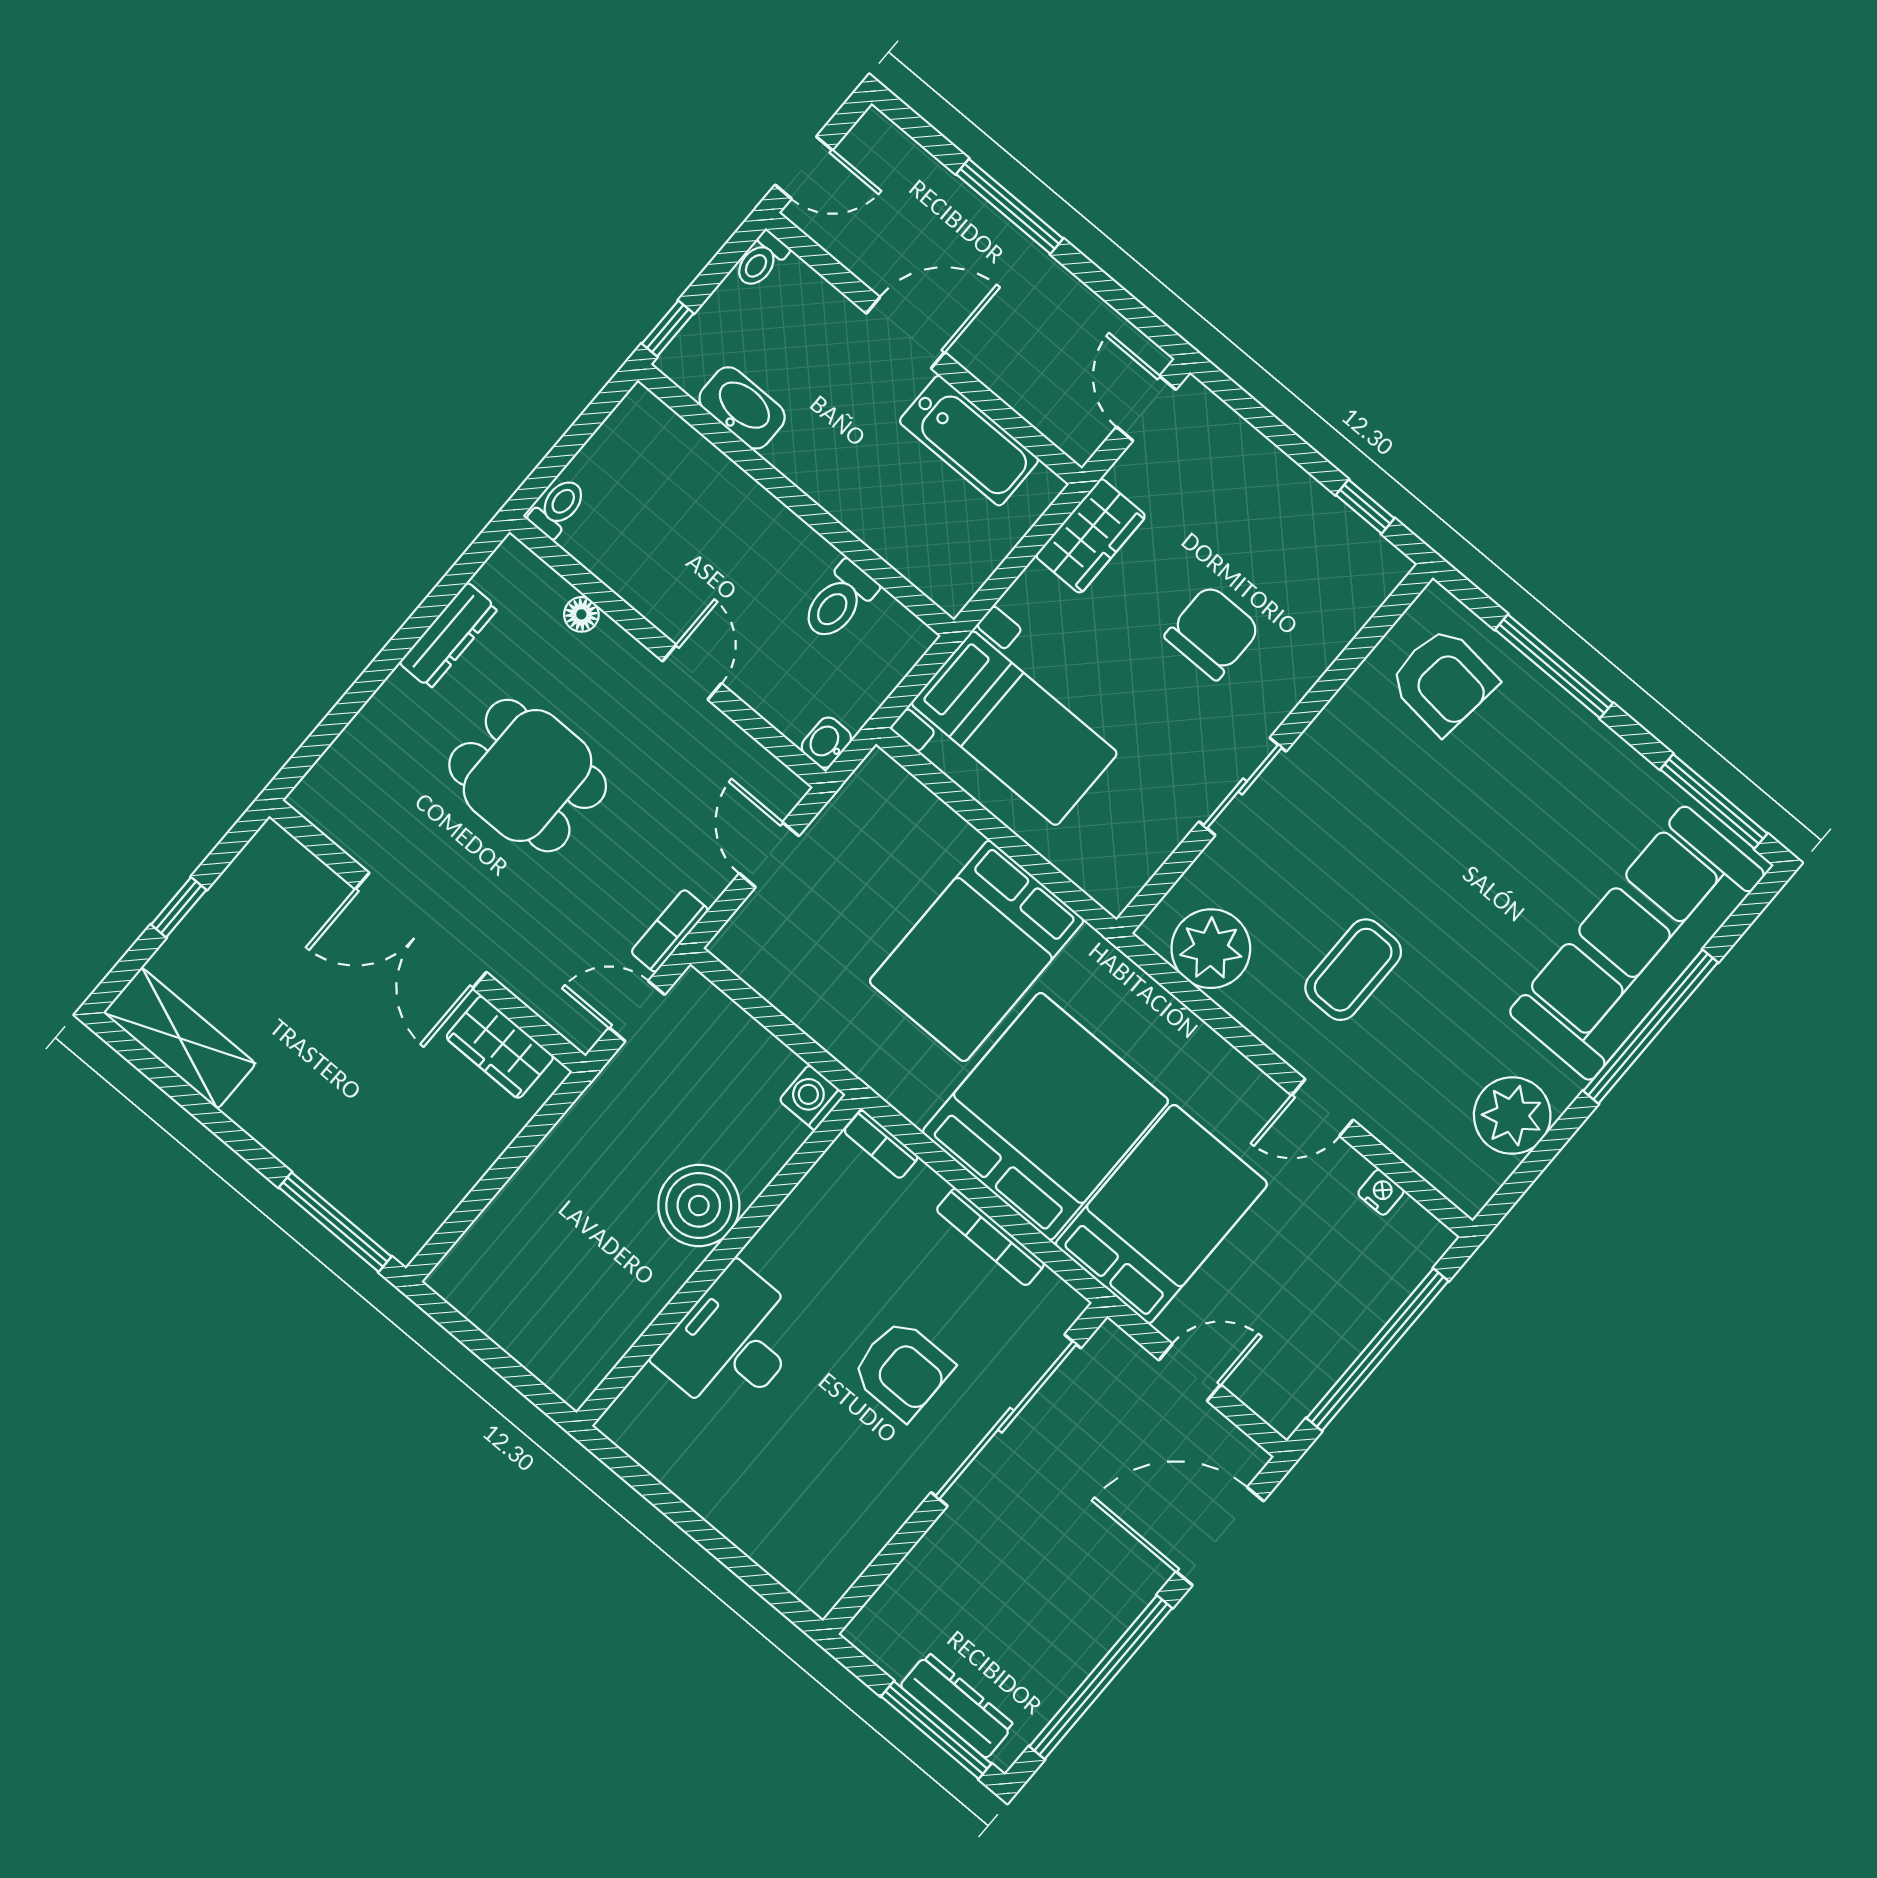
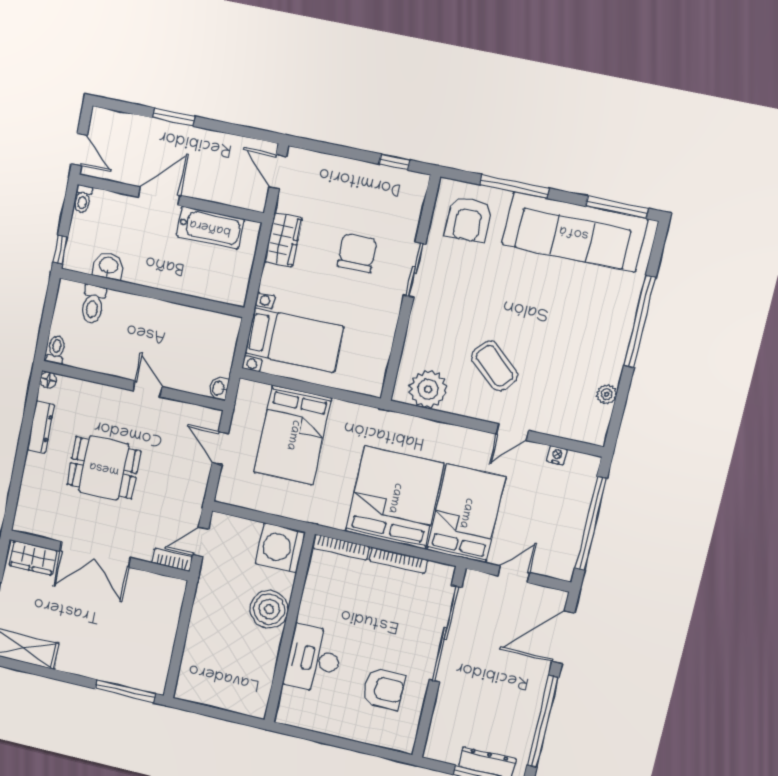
door: (804, 168) -> (79, 149), hinge flipped
window: (1010, 206) -> (174, 117), width x0.69
washbasin: (742, 408) -> (109, 266), width x0.72
toilet: (839, 601) -> (93, 304), moved
floor lamp: (581, 614) -> (48, 380), moved
armchair: (1443, 681) -> (469, 219), turned 84
sliding door: (1243, 786) -> (414, 270), moved
bookcase: (670, 931) -> (172, 560), moved, turned 90
sofa: (1637, 943) -> (574, 232), moved, turned -90
bed: (977, 951) -> (293, 435), moved
coffee table: (1353, 970) -> (495, 366), turned -49
wardrobe: (500, 1047) -> (33, 558), moved
washing machine: (812, 1097) -> (280, 548), width x1.89, depth x1.89
plant: (1512, 1116) -> (607, 394), width x0.53, depth x0.53
bookcase: (881, 1144) -> (341, 547), width x1.56
armchair: (902, 1370) -> (384, 689), moved

